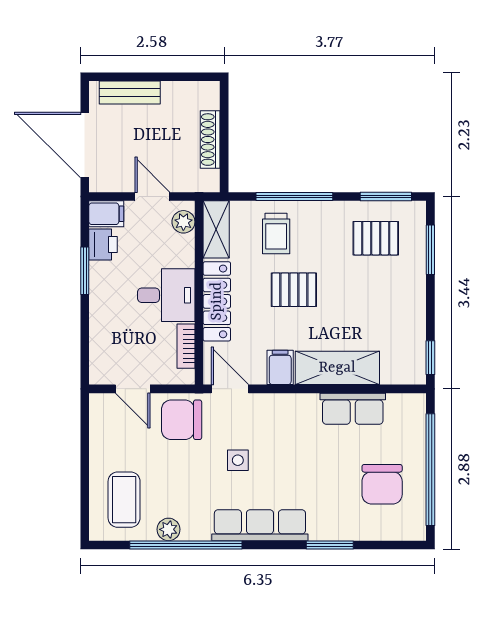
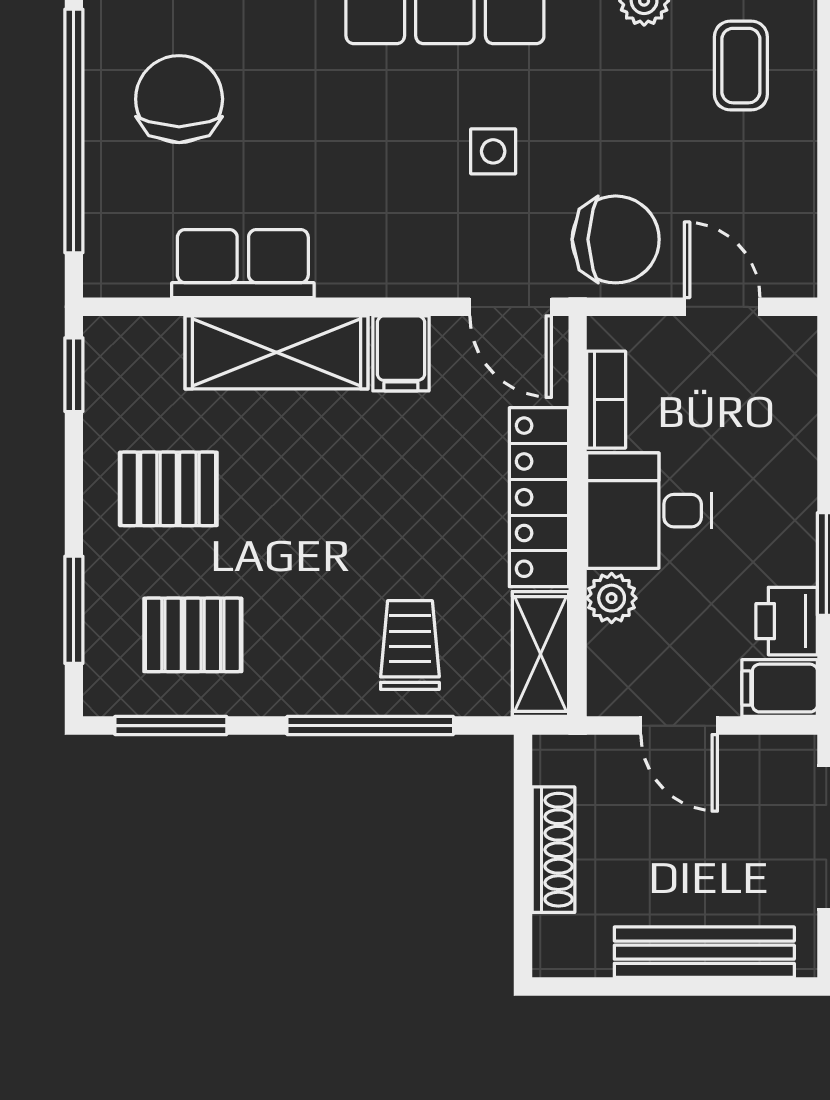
bench: (130, 92) -> (704, 952), width x1.36
plant: (183, 222) -> (612, 598), moved
pallet: (294, 290) -> (168, 489), moved
coffee table: (124, 500) -> (741, 66), width x0.73, depth x0.77

